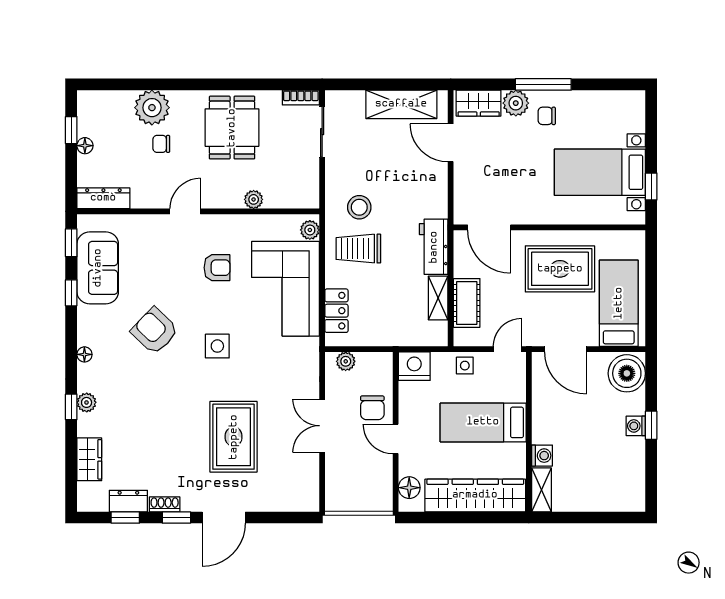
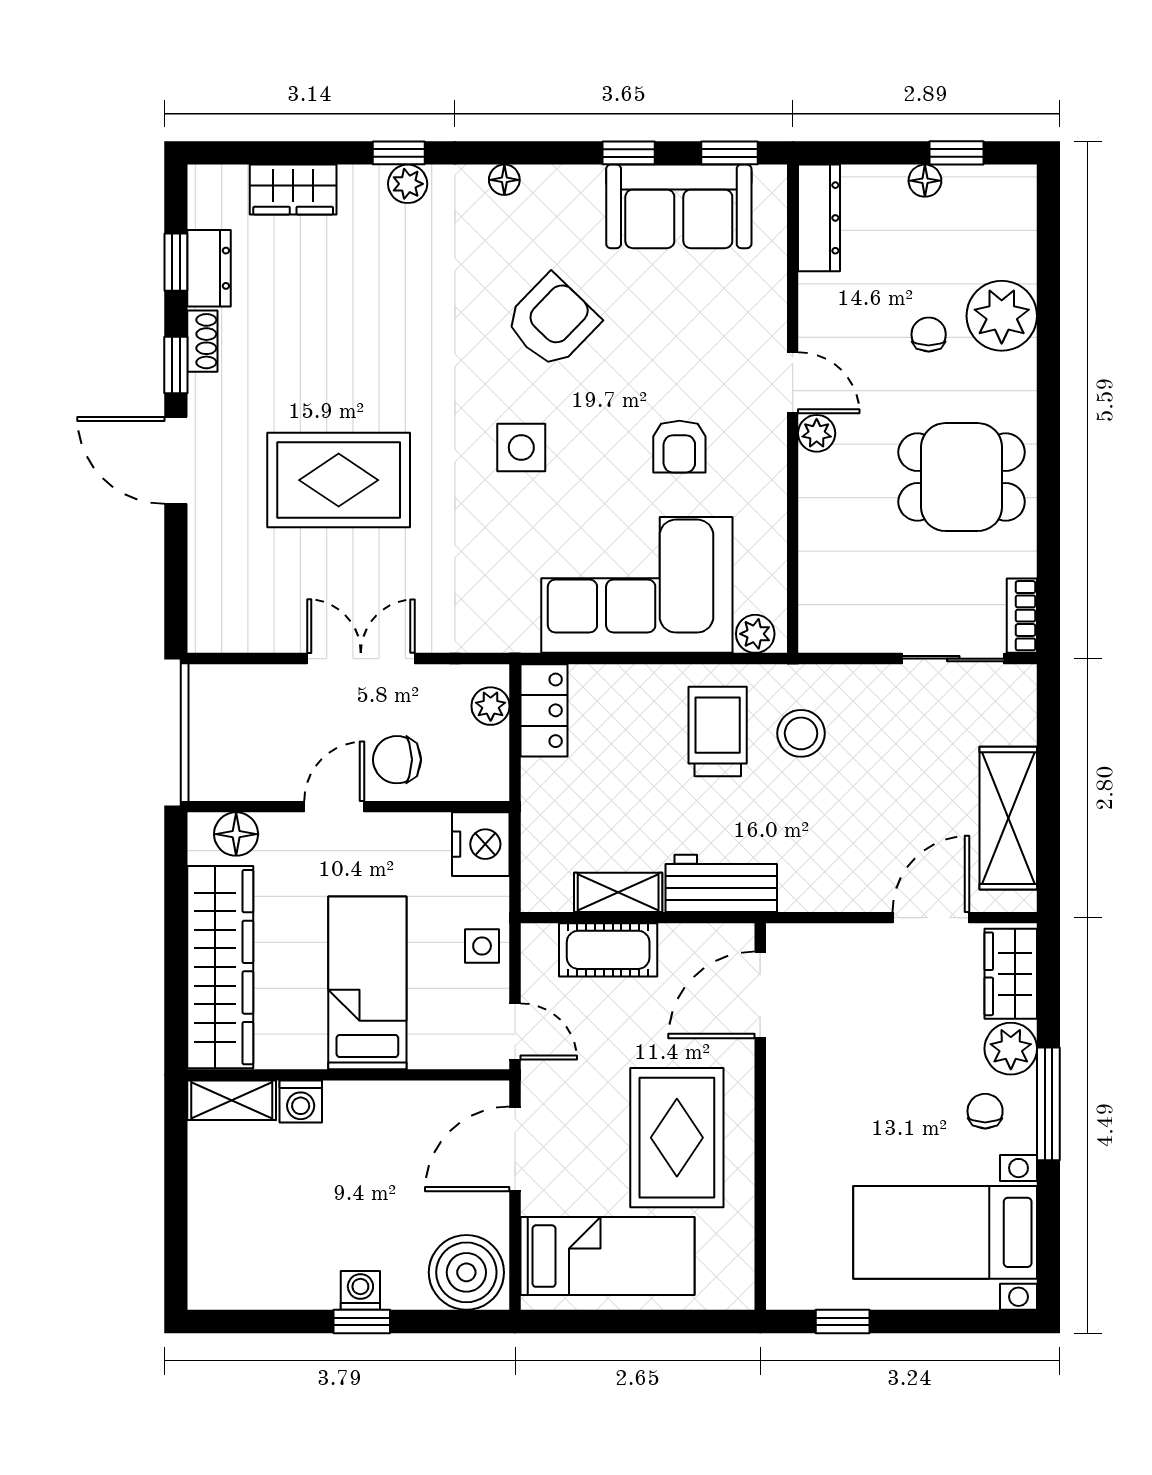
bed with nightstands: (600, 172) -> (945, 1232), moved, turned -90
plant: (254, 199) -> (817, 433), moved
locker: (336, 311) -> (544, 710), moved, turned -90

